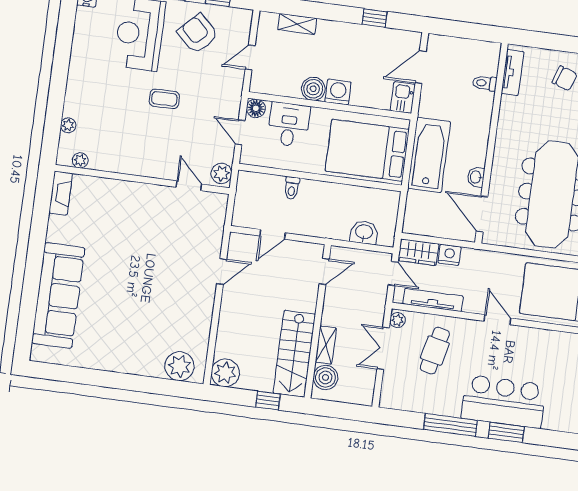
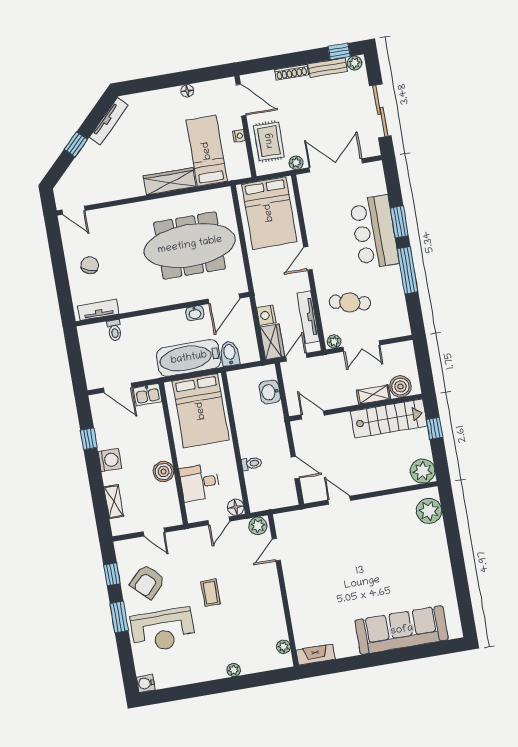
washing machine: (338, 92) -> (110, 460), moved, turned 180
floor lamp: (256, 108) -> (236, 507), moved
plant: (68, 125) -> (234, 670), moved
bidet: (420, 201) -> (230, 354), added

